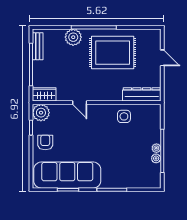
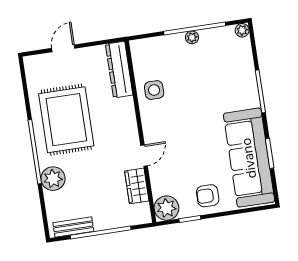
wardrobe: (44, 94) -> (137, 186), moved
plant: (156, 158) -> (242, 30), moved

